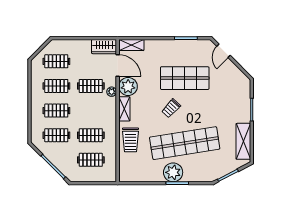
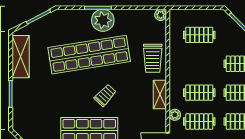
plant: (128, 86) -> (161, 15), moved, width x0.53, depth x0.53
clothes rail: (91, 135) -> (199, 93), moved
trolley: (130, 140) -> (153, 58), turned 180

